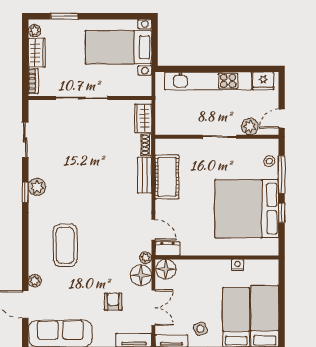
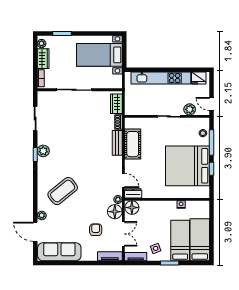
door: (282, 119) -> (211, 104), hinge flipped
coffee table: (65, 245) -> (63, 191), turned 51

